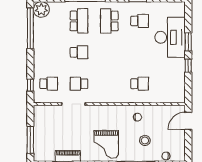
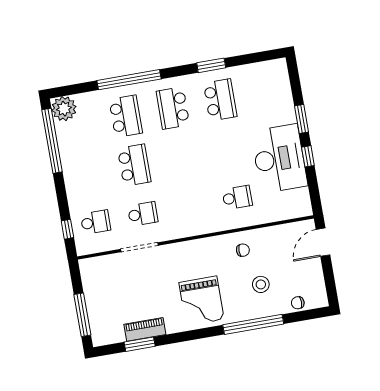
school desk: (140, 21) -> (220, 100), width x1.85
desk: (170, 37) -> (279, 159), moved
school desk: (79, 52) -> (134, 165), width x1.85
school desk: (79, 84) -> (143, 214), turned 180

